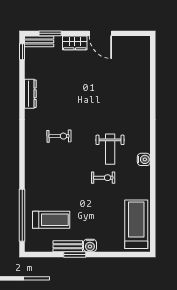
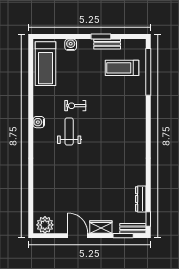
plant: (137, 45) -> (45, 225), added
dresser: (30, 94) -> (141, 199), moved
exercise bike: (59, 136) -> (115, 143), removed
water cooler: (90, 245) -> (71, 45), moved

